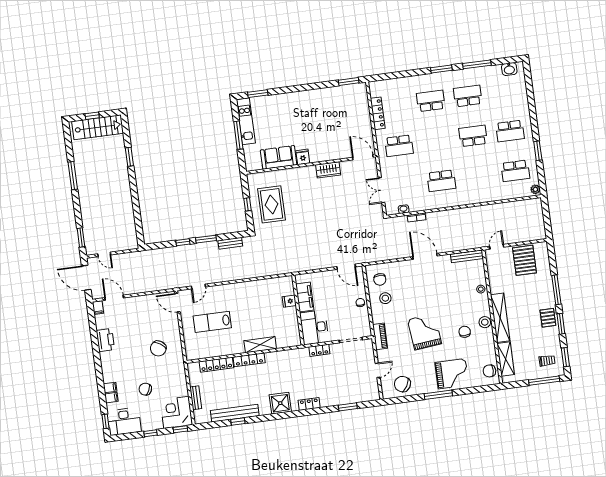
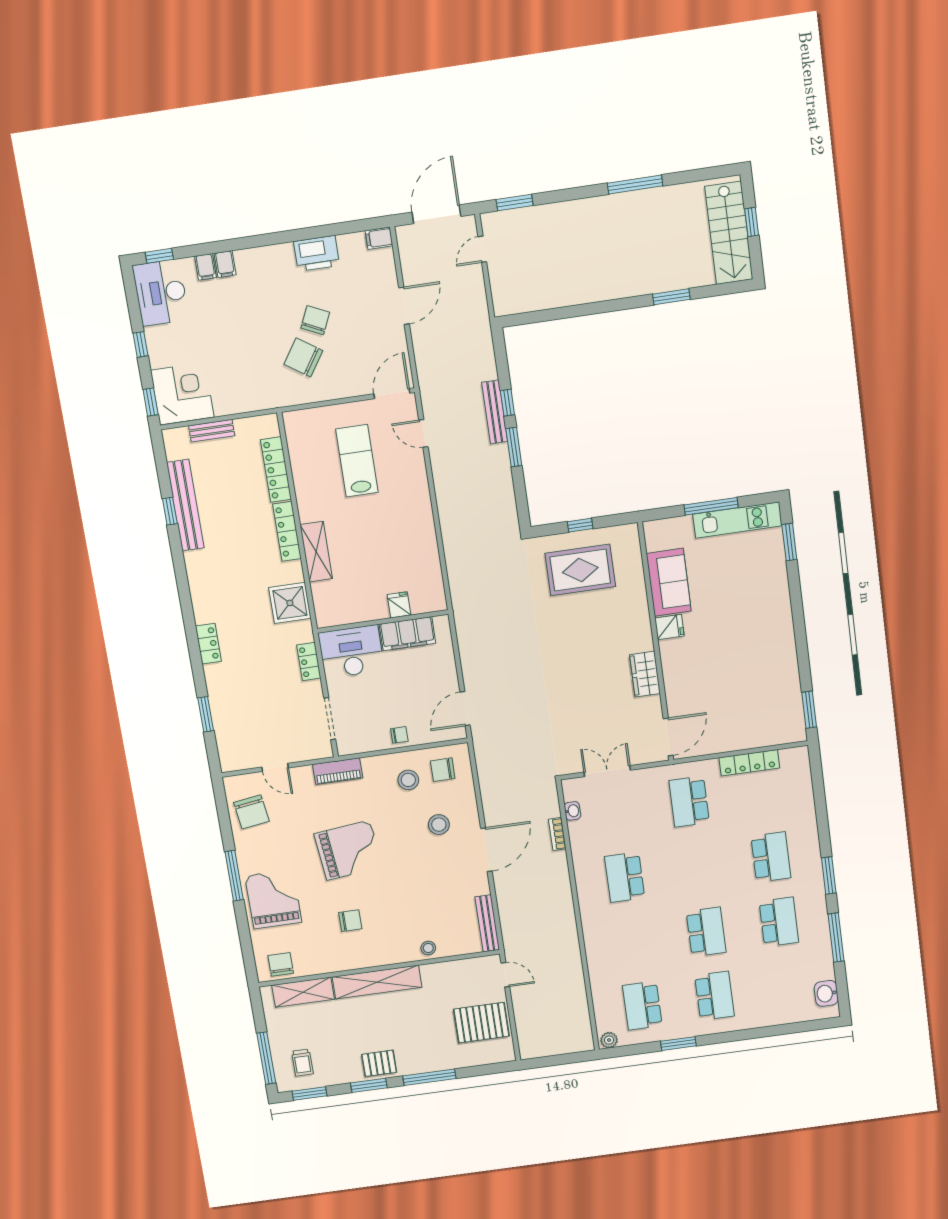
school desk: (510, 131) -> (714, 996), turned 180
bench: (230, 243) -> (495, 412), moved, width x1.36
door: (114, 298) -> (404, 306), moved
stool: (485, 322) -> (439, 825), moved
grand piano: (452, 374) -> (273, 899), turned 180
chair: (402, 384) -> (251, 812), turned 141
chair: (145, 389) -> (315, 320), moved
shower: (280, 403) -> (290, 603), moved

